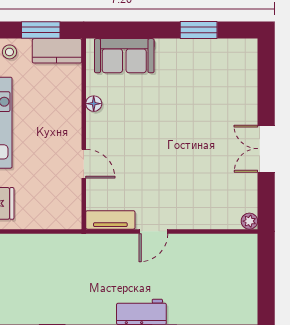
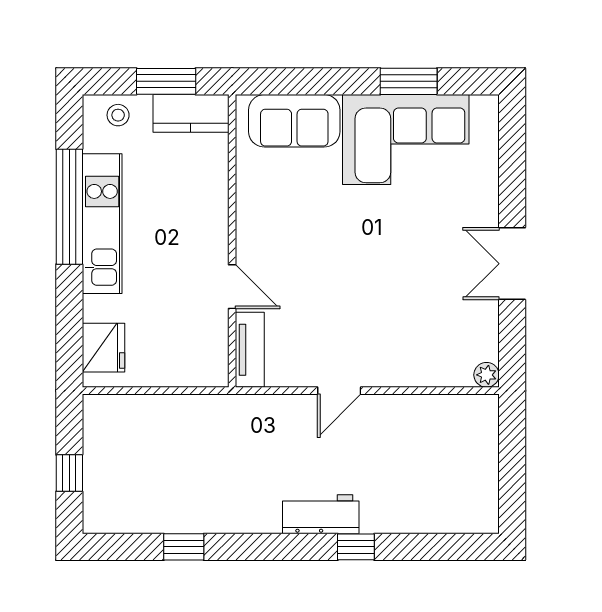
corner sofa: (197, 68) -> (406, 140), added
floor lamp: (94, 104) -> (247, 194), removed
tv unit: (110, 220) -> (250, 350), moved, turned 90

